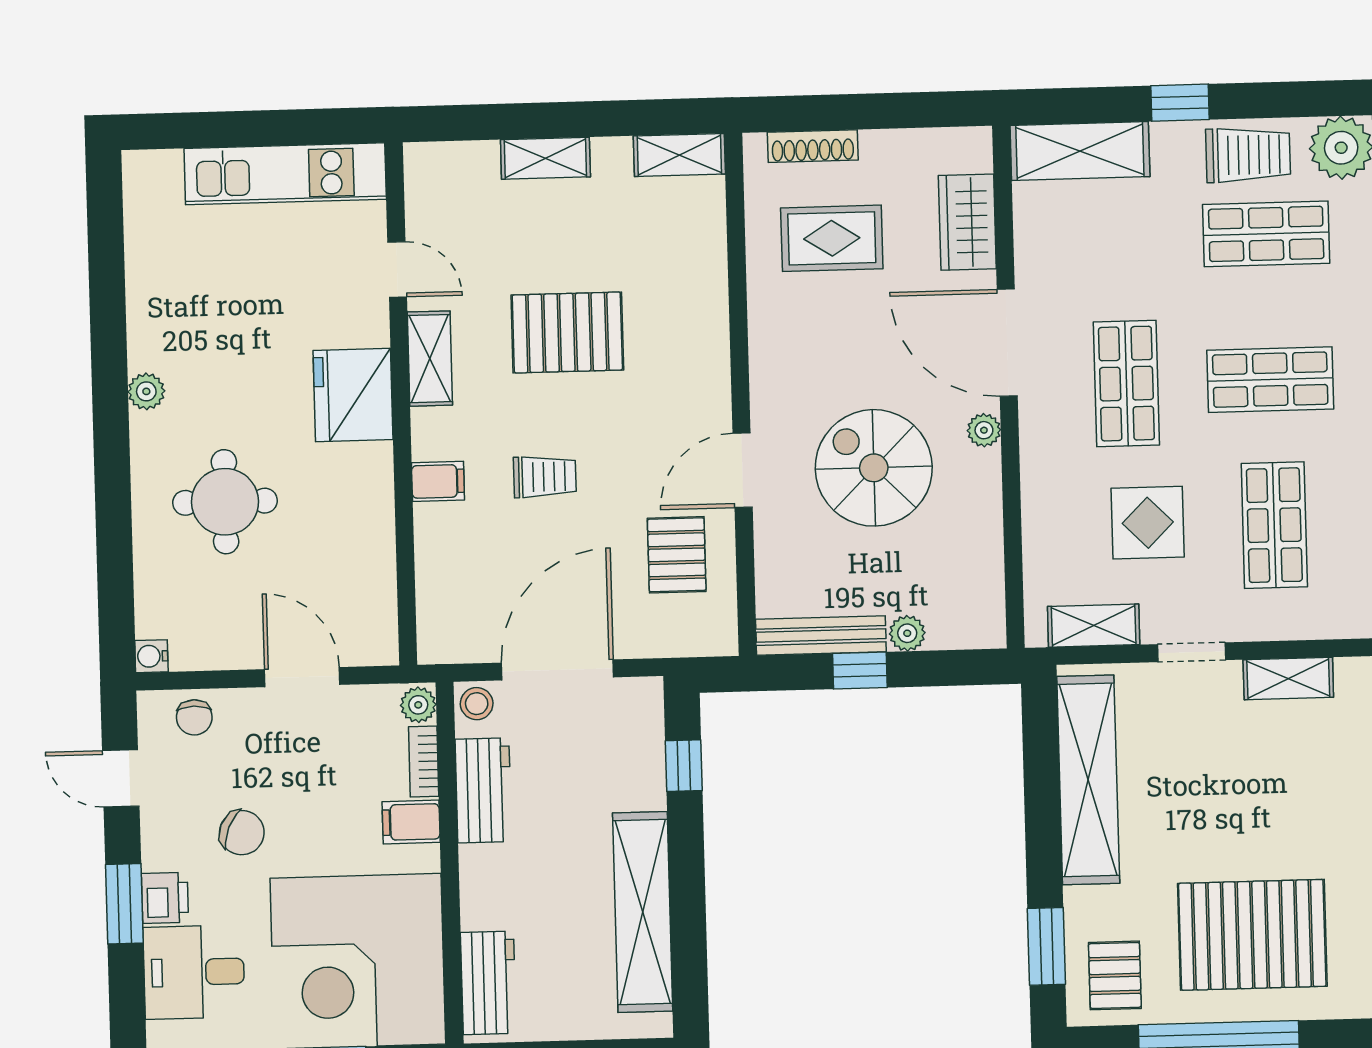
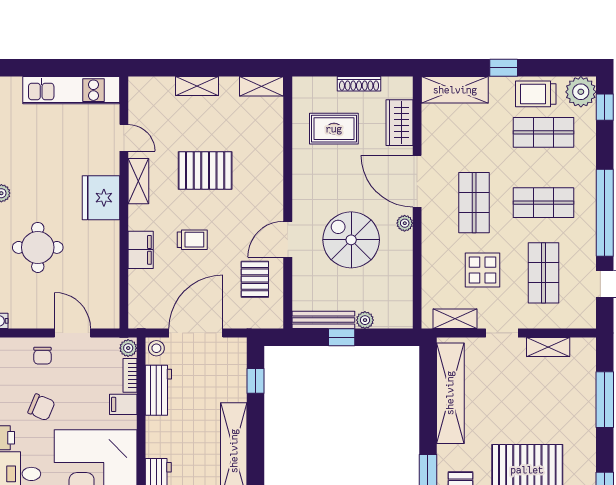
shoe rack: (813, 146) -> (359, 84), moved
trolley: (1248, 155) -> (536, 94), turned 180
filing cabinet: (438, 481) -> (141, 250), width x2.00
chair: (194, 717) -> (42, 356), moved

